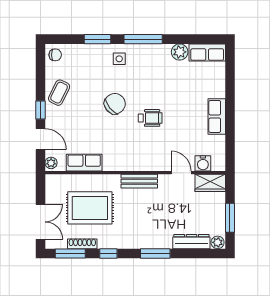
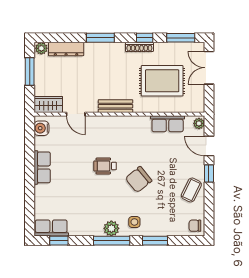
window: (199, 39) -> (59, 241), added
plant: (180, 52) -> (111, 228), moved
water cooler: (203, 163) -> (41, 128), moved, turned -90
shoe rack: (82, 244) -> (139, 47), moved

